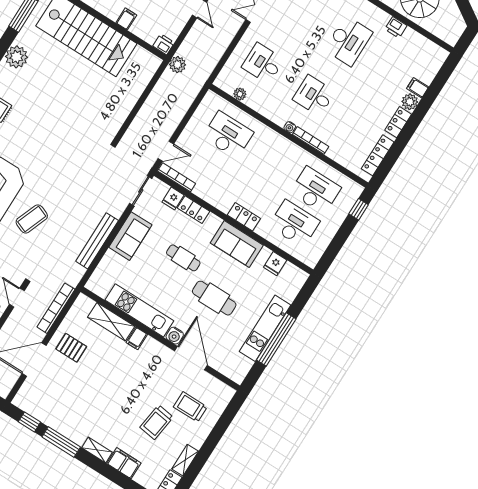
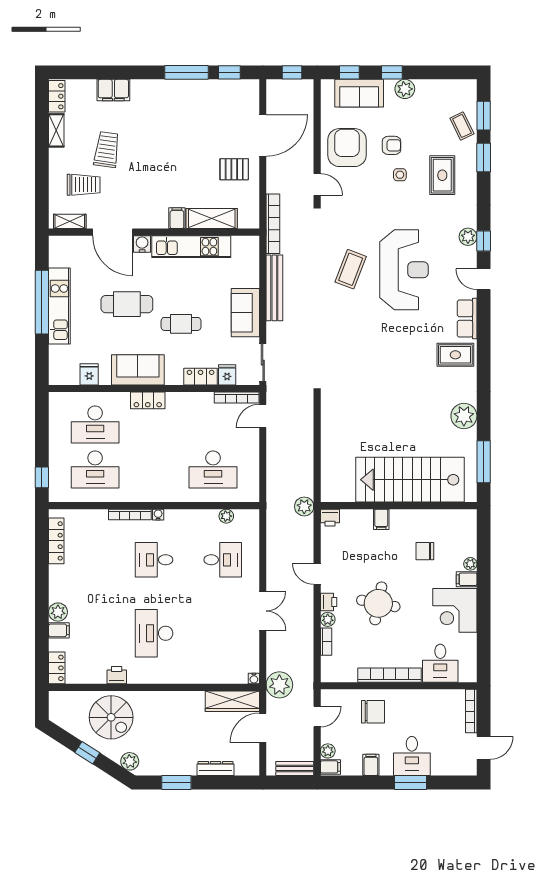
desk: (314, 96) -> (154, 560), turned 180
locker: (398, 122) -> (57, 668), moved
bookcase: (56, 308) -> (273, 224), moved
shelving: (97, 450) -> (70, 221), moved

